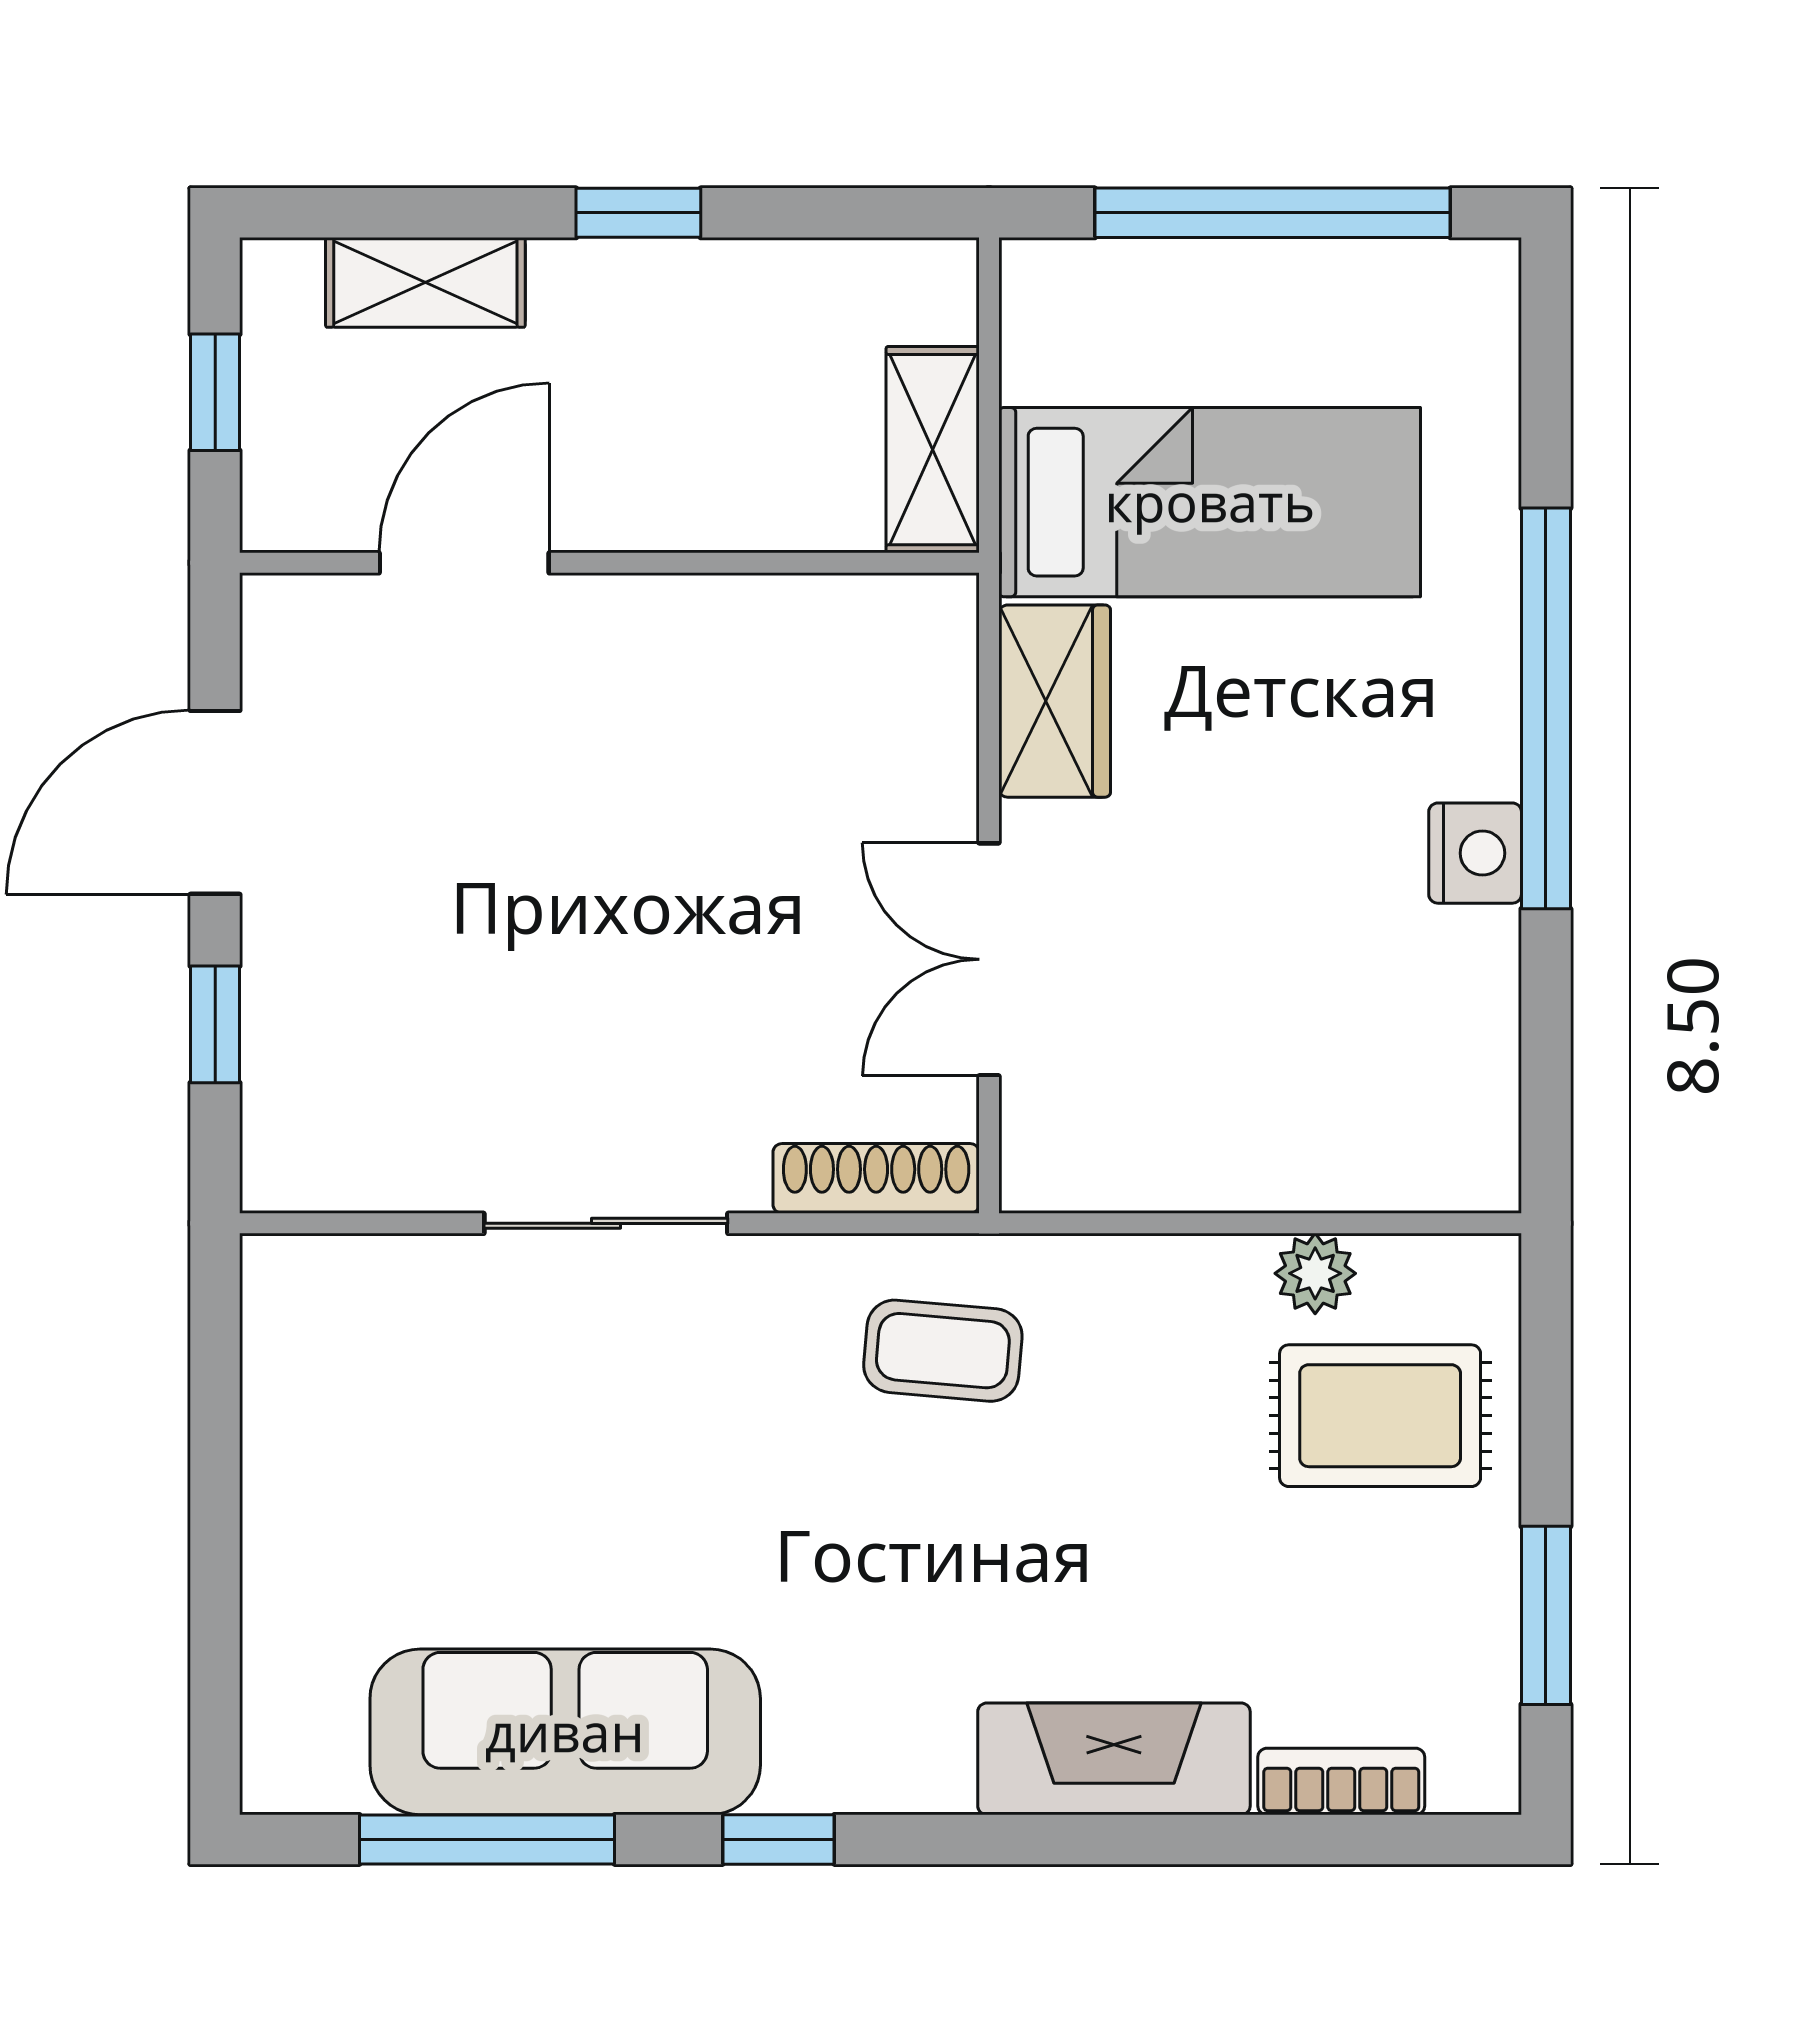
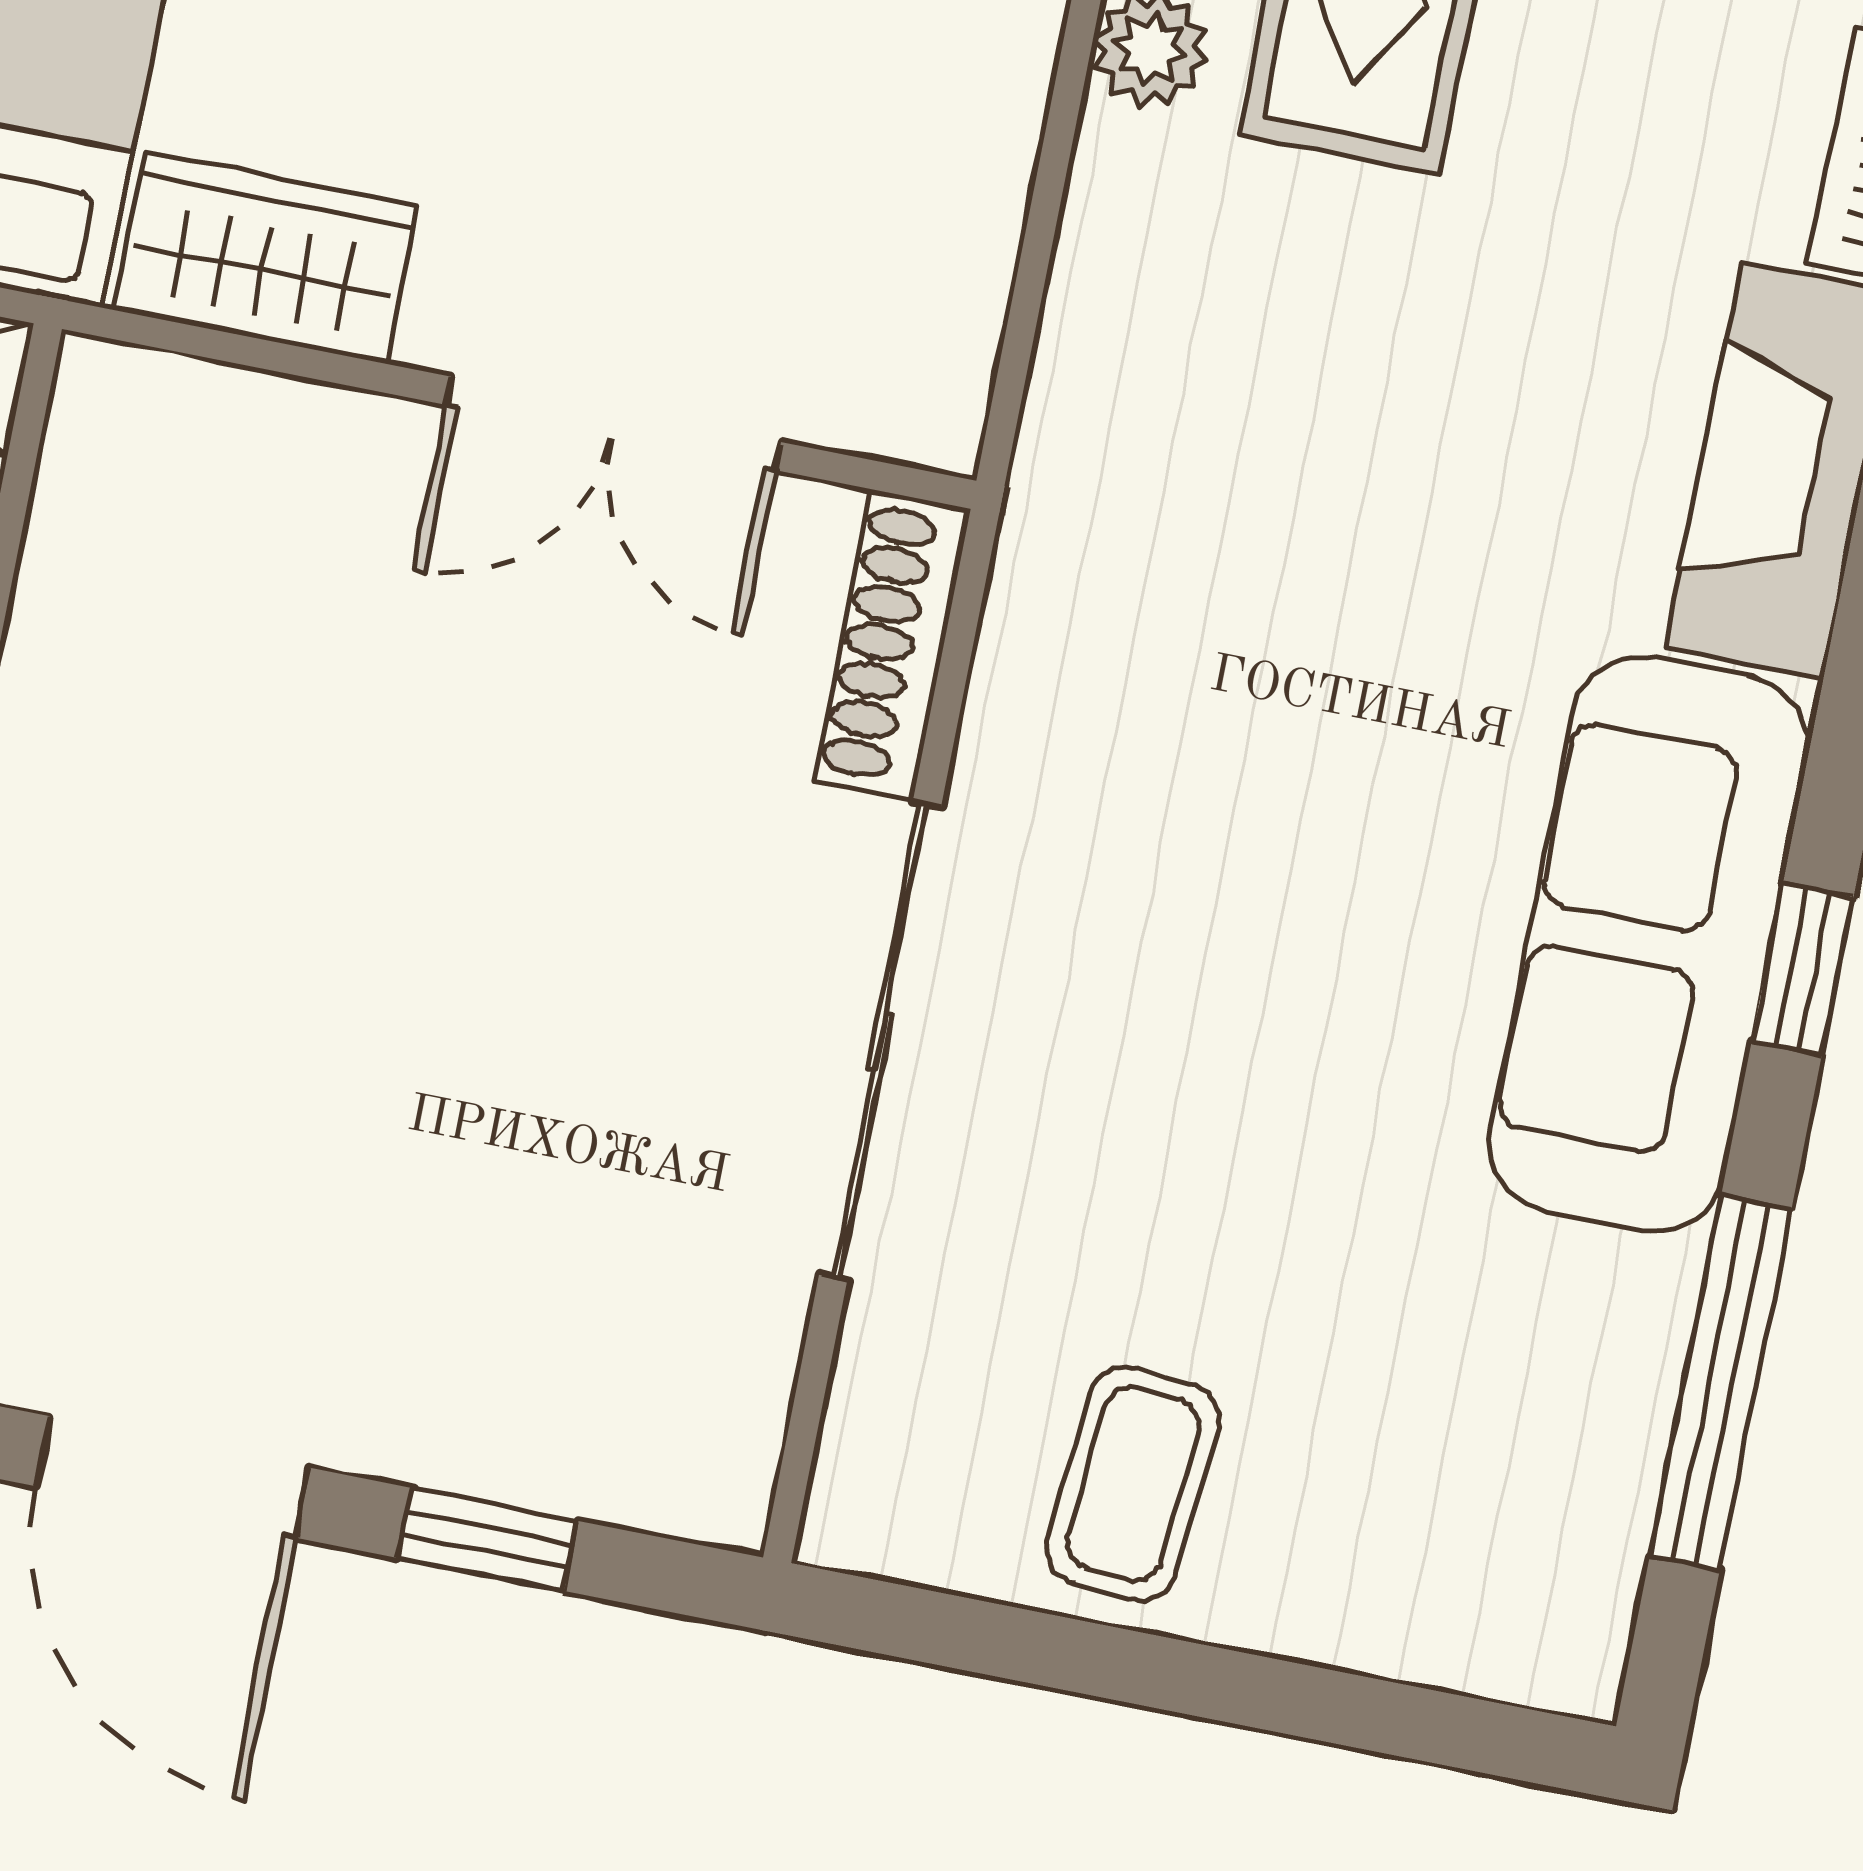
sliding door: (606, 1223) -> (880, 1041), width x1.37
coffee table: (943, 1351) -> (1133, 1484), moved
sofa: (565, 1732) -> (1649, 944), moved

